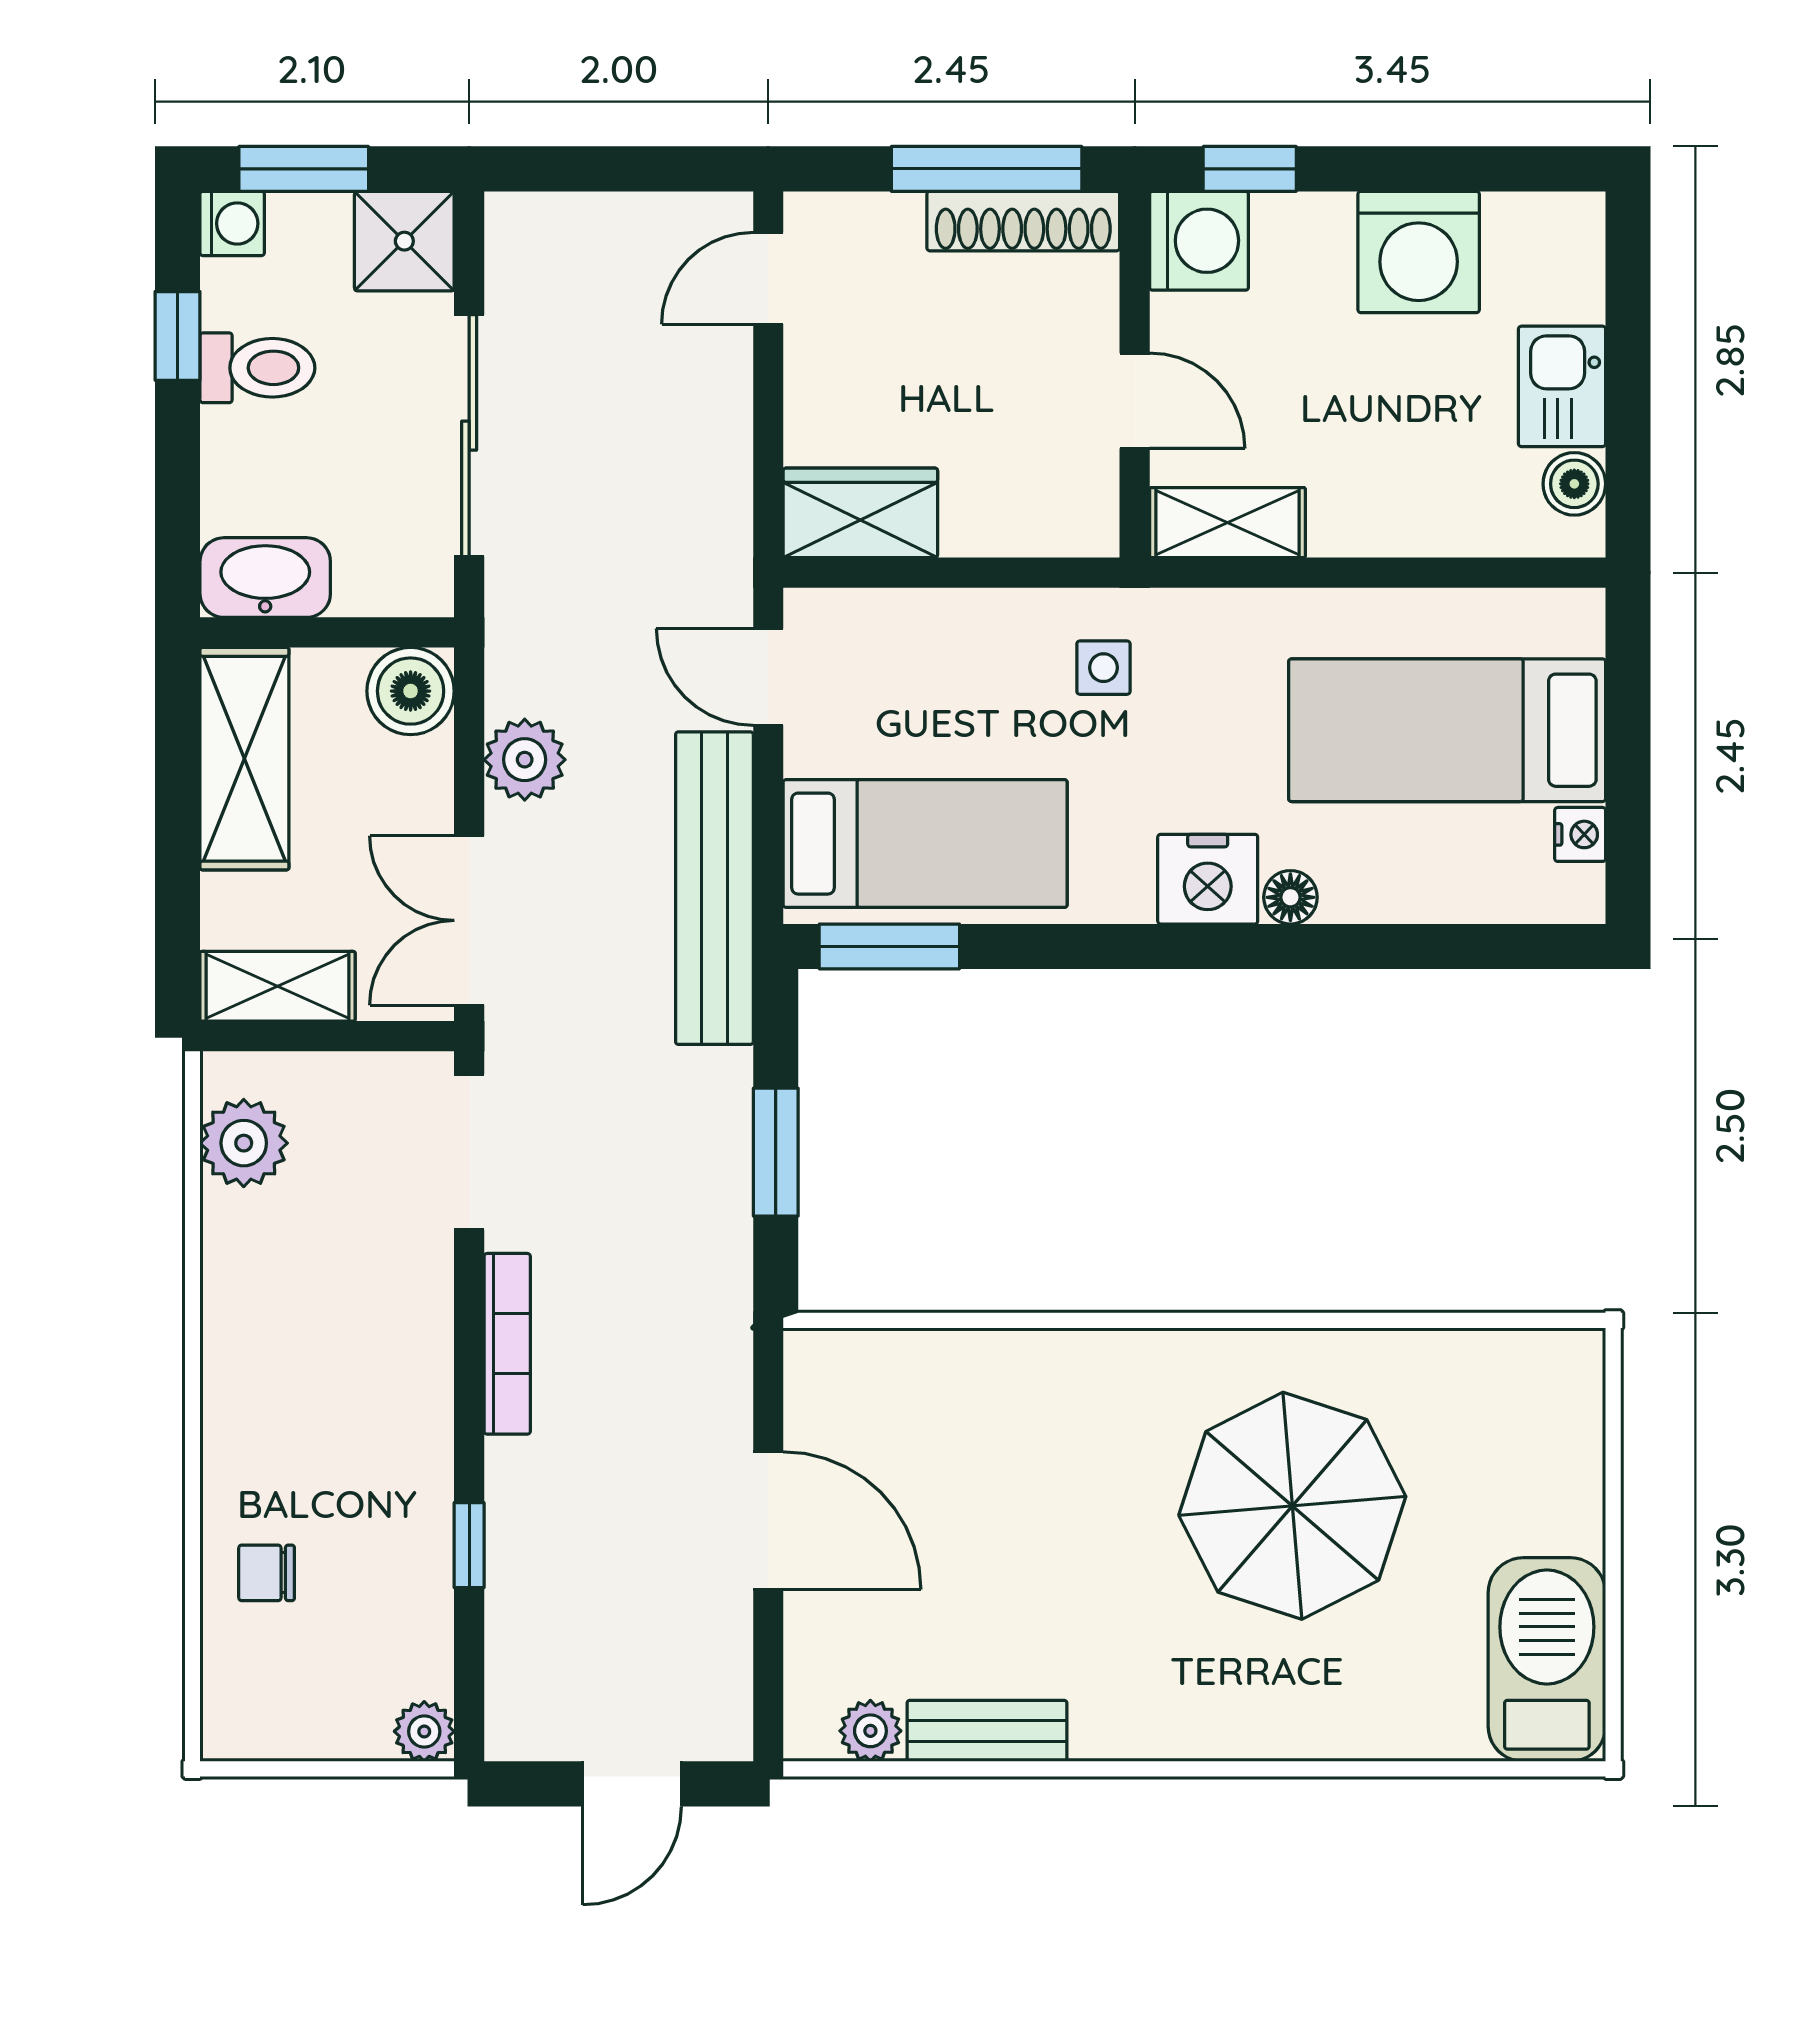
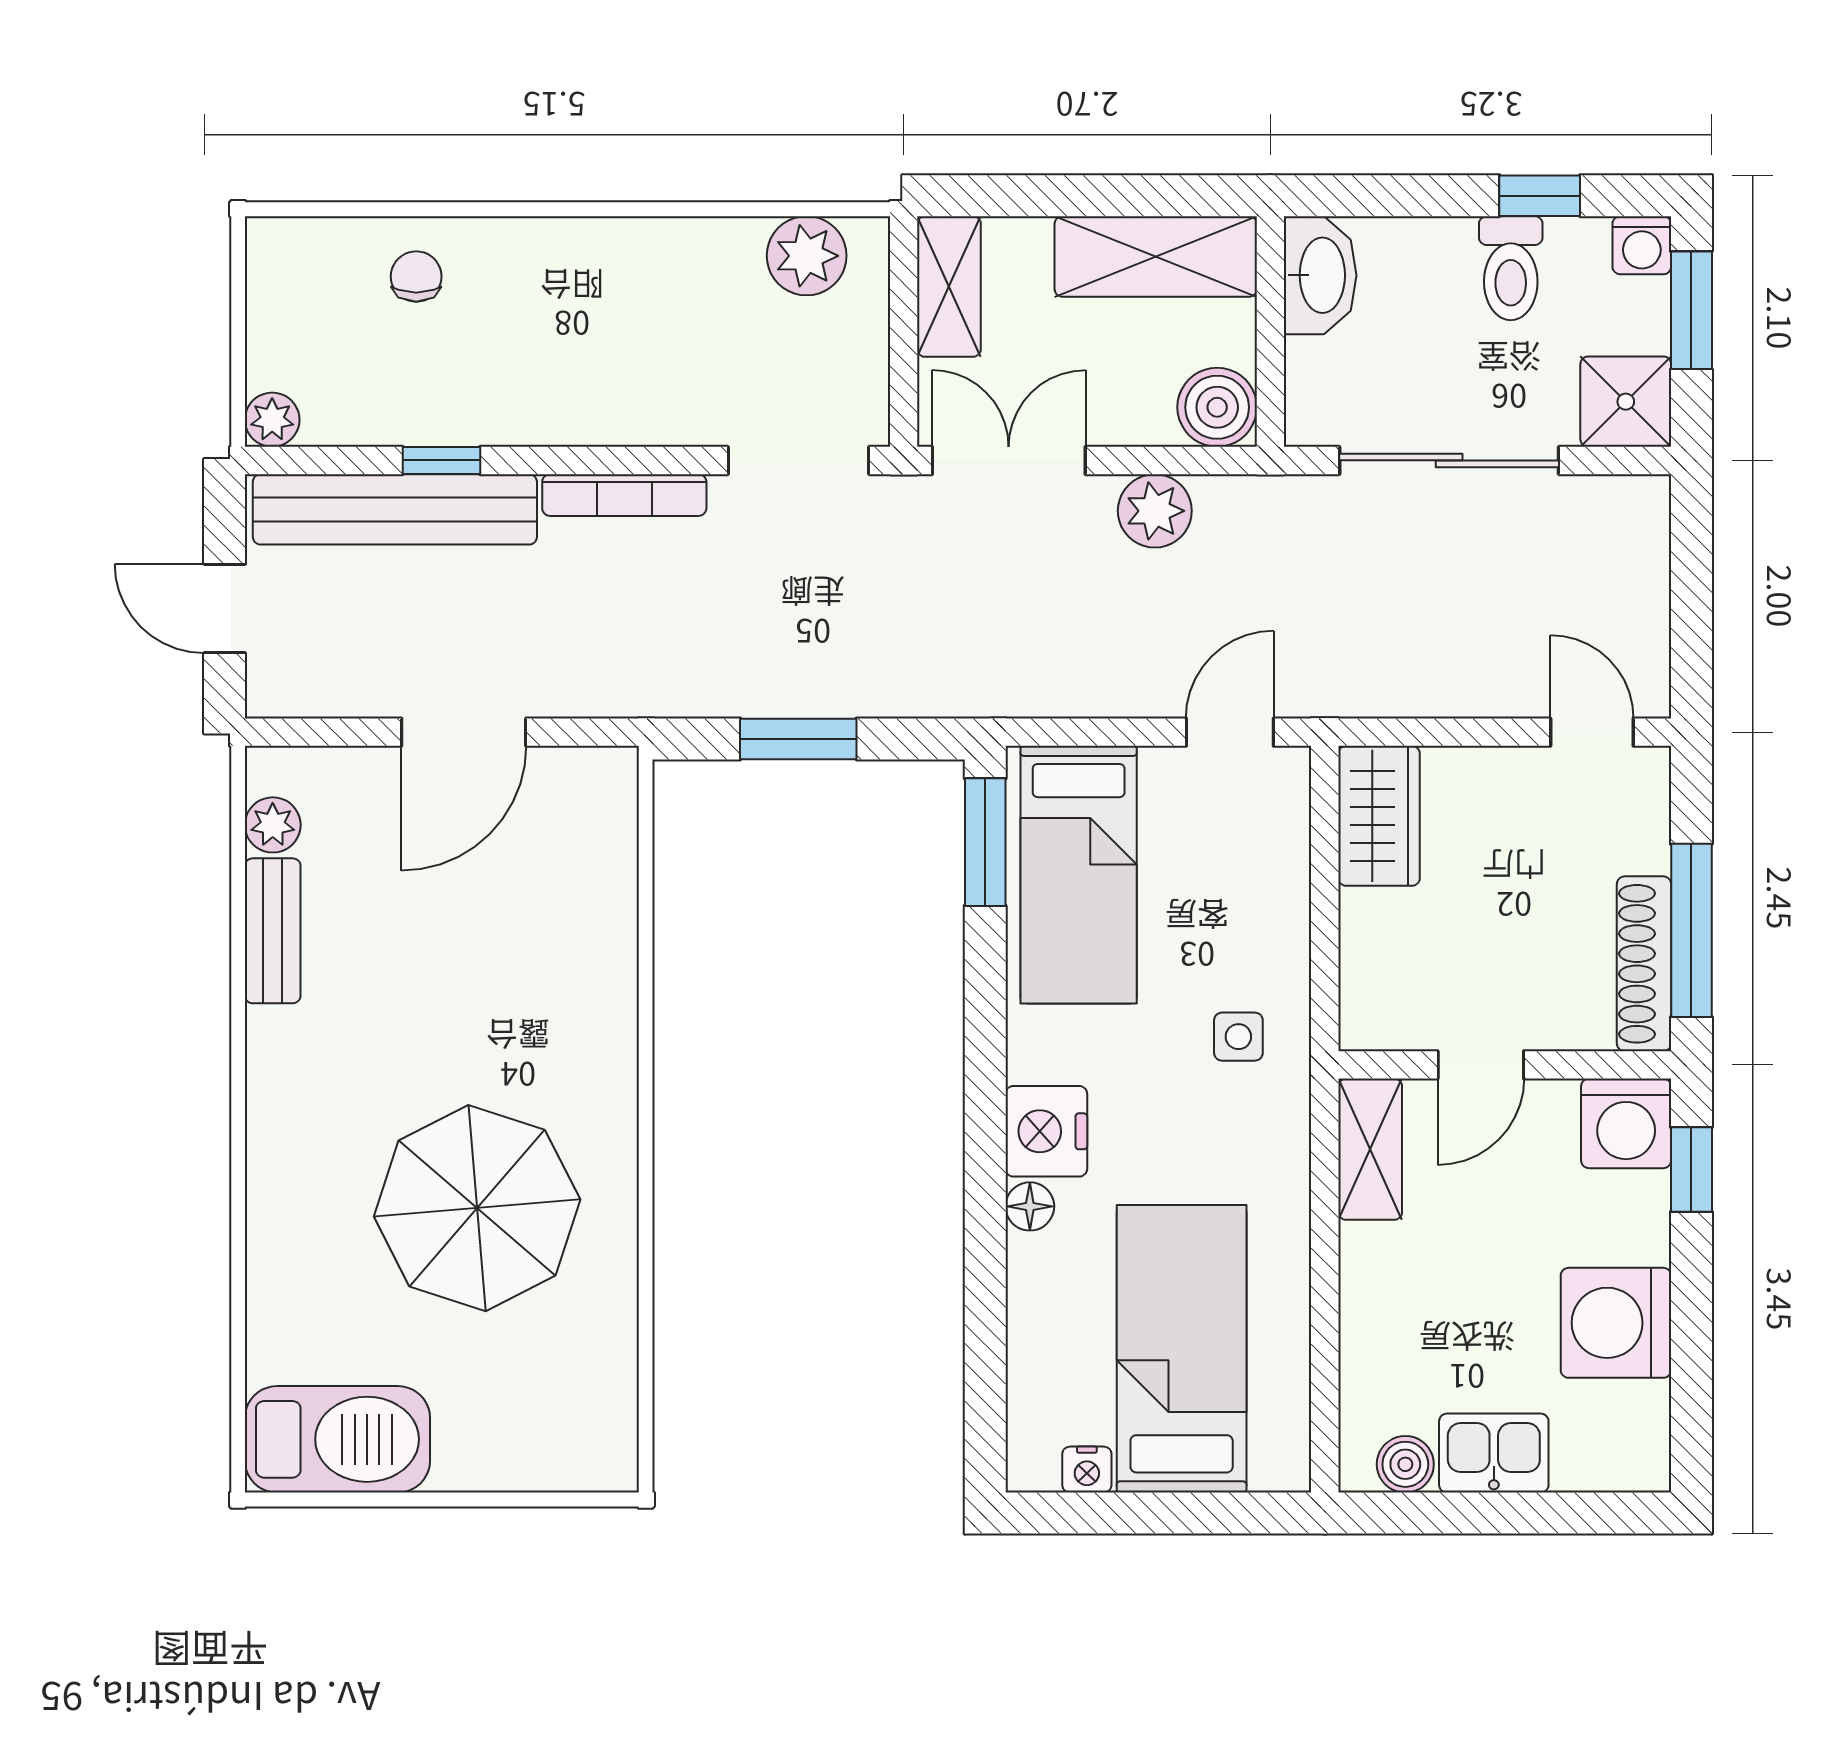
bench: (714, 888) -> (395, 509), moved

